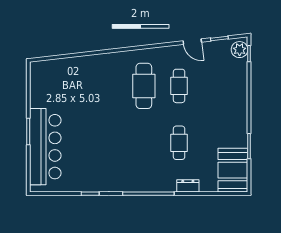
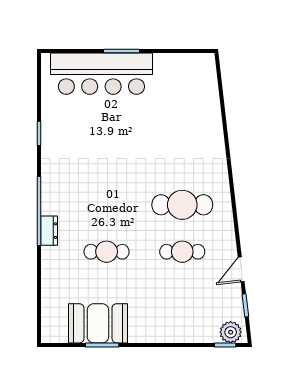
booth: (233, 170) -> (98, 323), moved
dresser: (188, 186) -> (49, 231), moved

